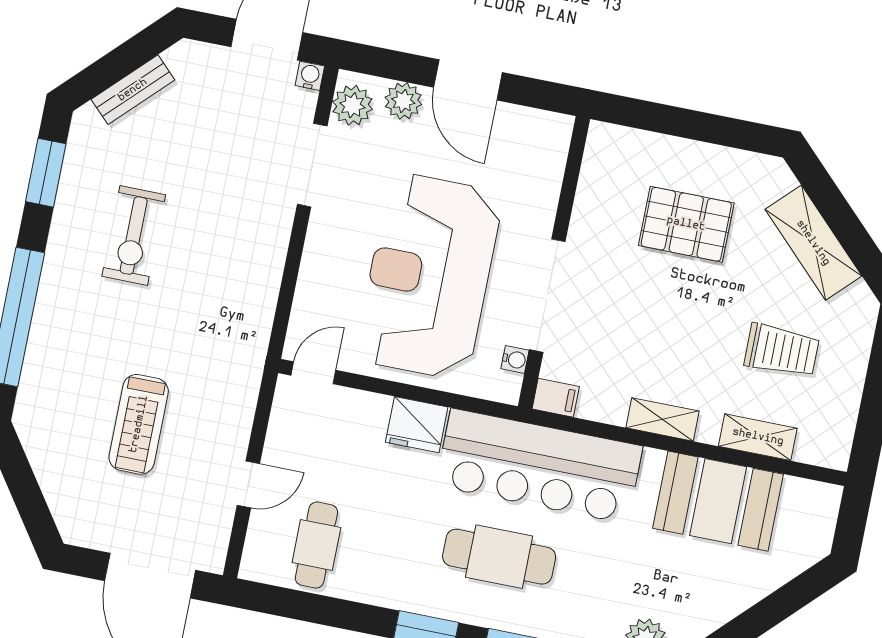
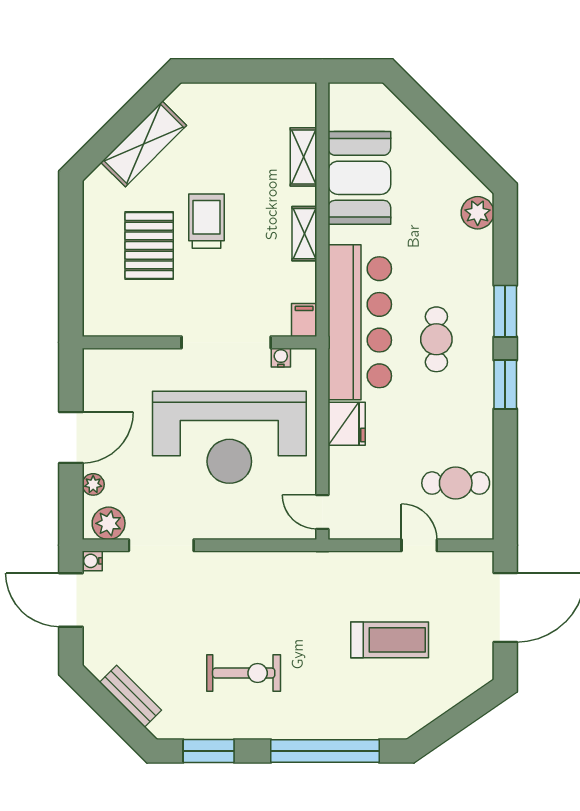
plant: (403, 101) -> (93, 484), width x0.73, depth x0.73
trolley: (782, 350) -> (206, 221), moved
cafe table: (499, 557) -> (436, 339), width x0.73, depth x0.74

